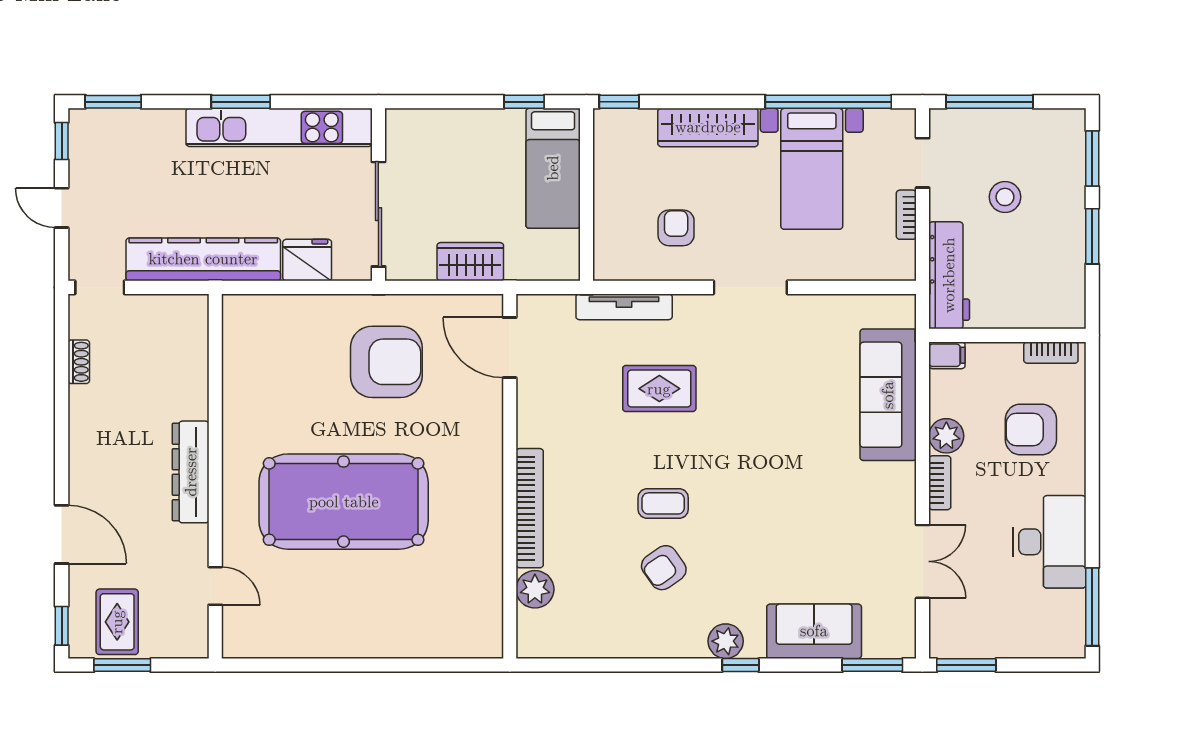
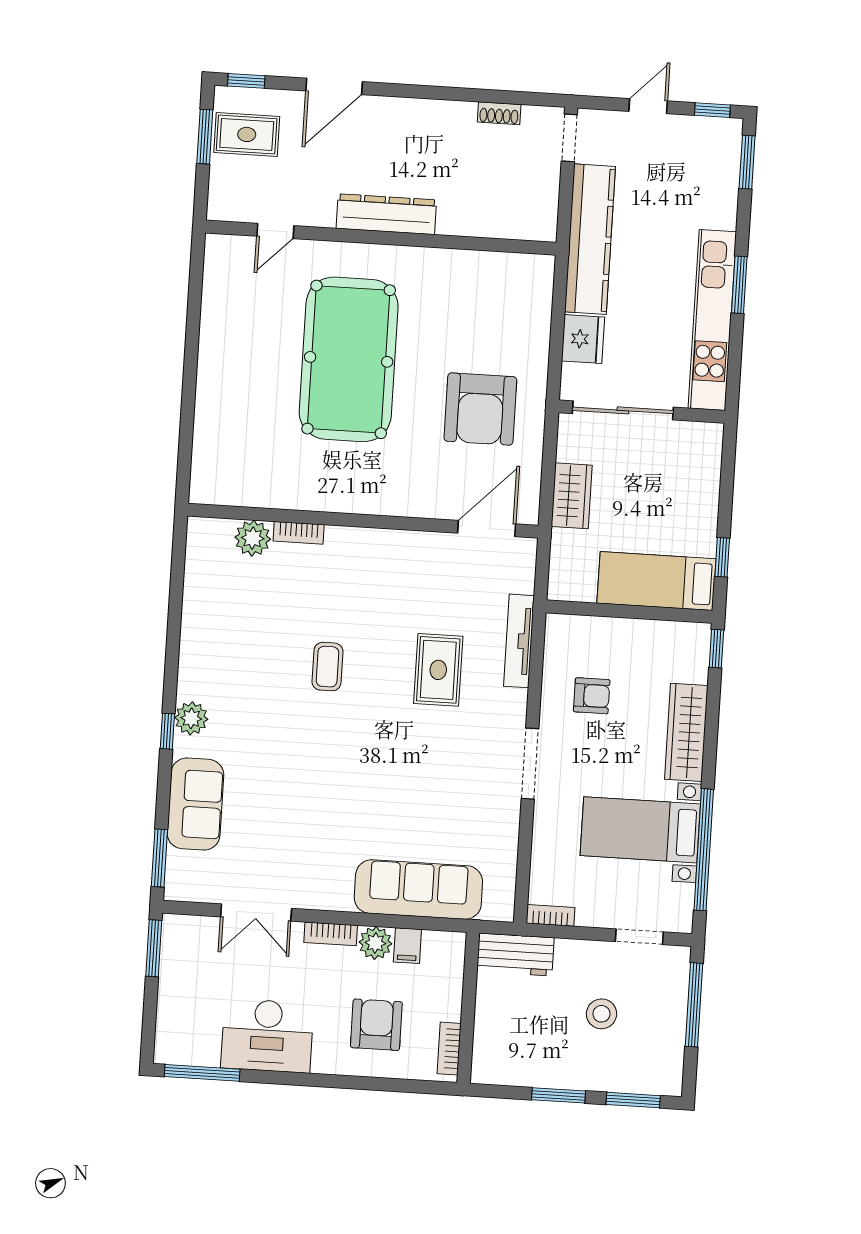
bookcase: (906, 215) -> (550, 915), moved
workbench: (949, 275) -> (515, 955), width x0.73
filing cabinet: (947, 355) -> (407, 946), moved
bookcase: (530, 508) -> (299, 533), width x0.43, depth x0.76
armchair: (664, 568) -> (266, 663), removed

